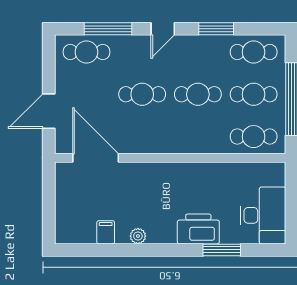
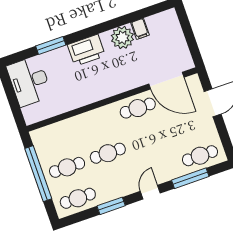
cafe table: (142, 94) -> (138, 108), moved
cafe table: (254, 137) -> (56, 136), removed
printer: (198, 229) -> (86, 50), moved
plant: (138, 236) -> (122, 38), width x1.87, depth x1.87

